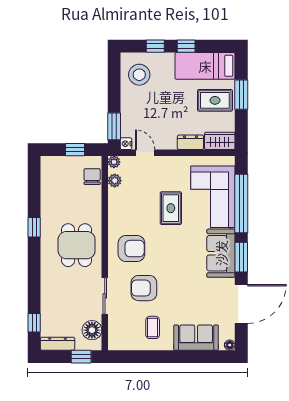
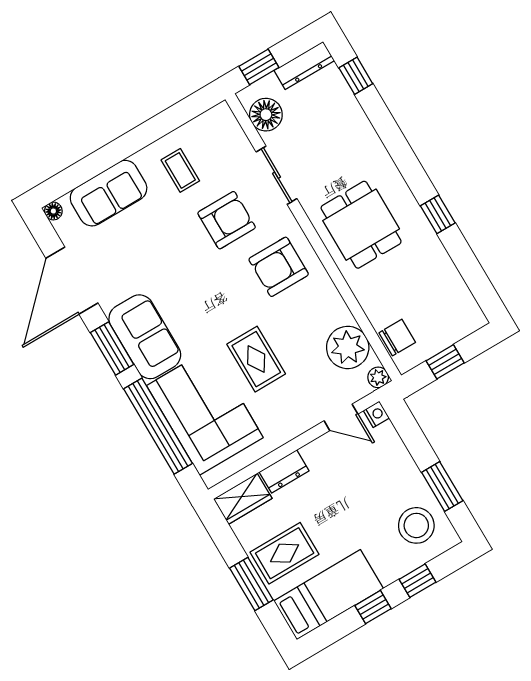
window: (114, 126) -> (442, 486), moved
chair: (92, 177) -> (397, 338), turned -90
plant: (115, 181) -> (348, 347), width x1.88, depth x1.88

